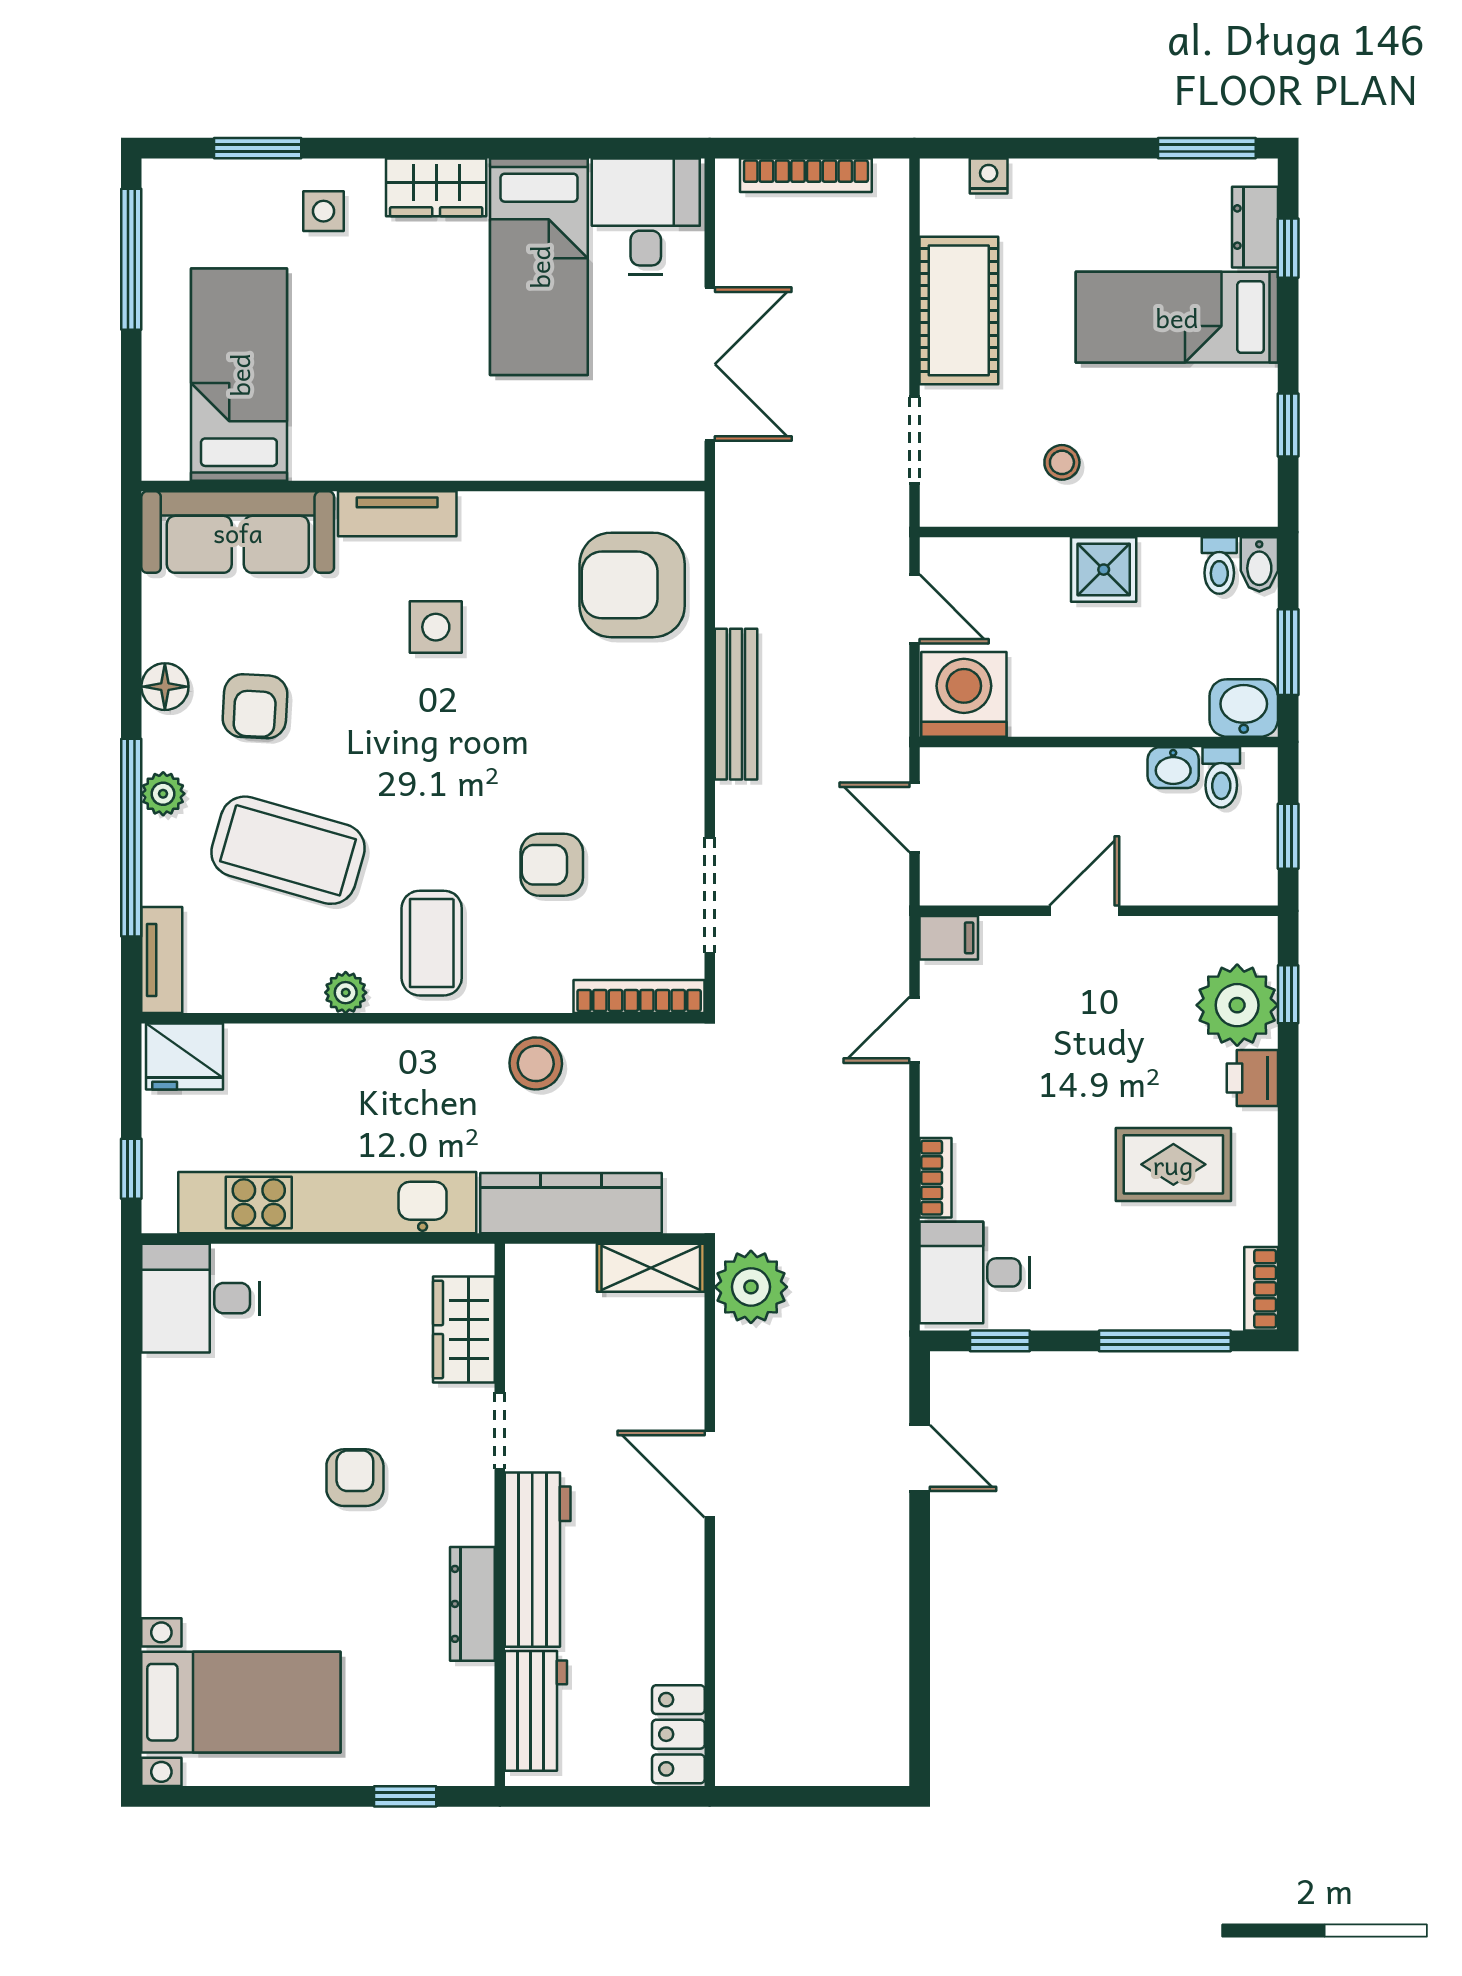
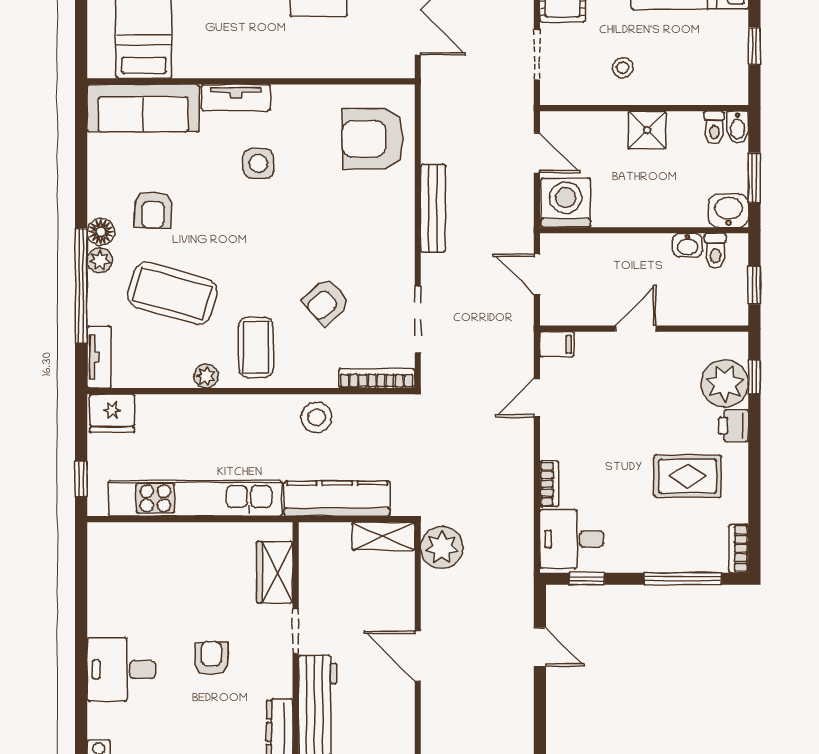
floor lamp: (165, 687) -> (101, 232), moved
armchair: (552, 865) -> (326, 302), turned -42
desk: (200, 1298) -> (121, 669), moved

